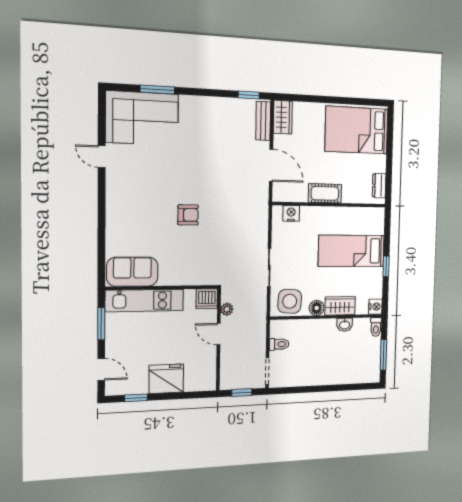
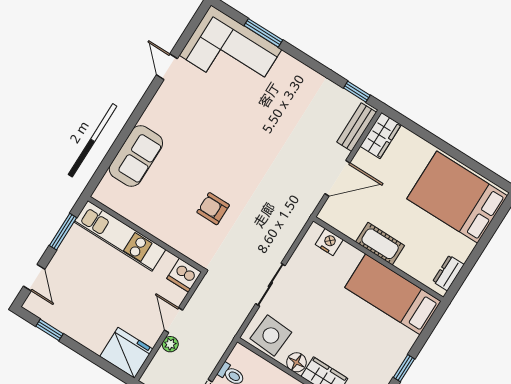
door: (271, 165) -> (337, 178), hinge flipped
armchair: (188, 215) -> (213, 209), moved, turned 180
bed: (351, 251) -> (393, 294), moved
sofa: (132, 272) -> (136, 156), moved, turned 90
plant: (227, 309) -> (170, 344), moved
fridge: (166, 379) -> (126, 353), moved

